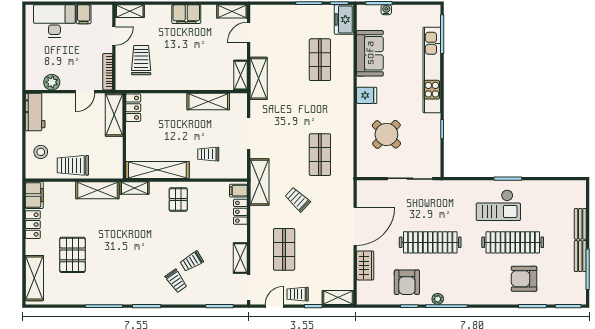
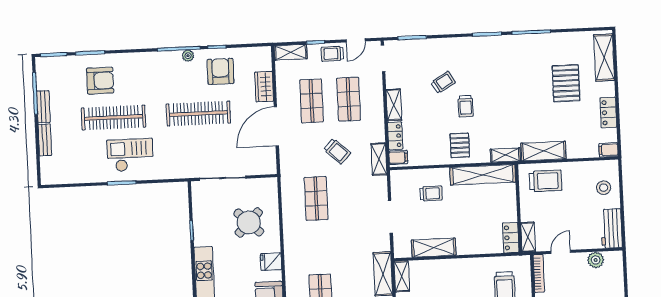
shelving: (114, 115) -> (528, 237), width x0.67, depth x0.75
trolley: (73, 165) -> (545, 181), moved
shelving: (260, 182) -> (379, 159), width x0.67, depth x0.75
filing cabinet: (34, 195) -> (609, 150), width x0.50
shop shelf: (320, 249) -> (312, 101), added
shelving: (240, 258) -> (394, 105), moved
trolley: (176, 281) -> (466, 106), moved, turned -145
trolley: (298, 294) -> (332, 54), turned 180

